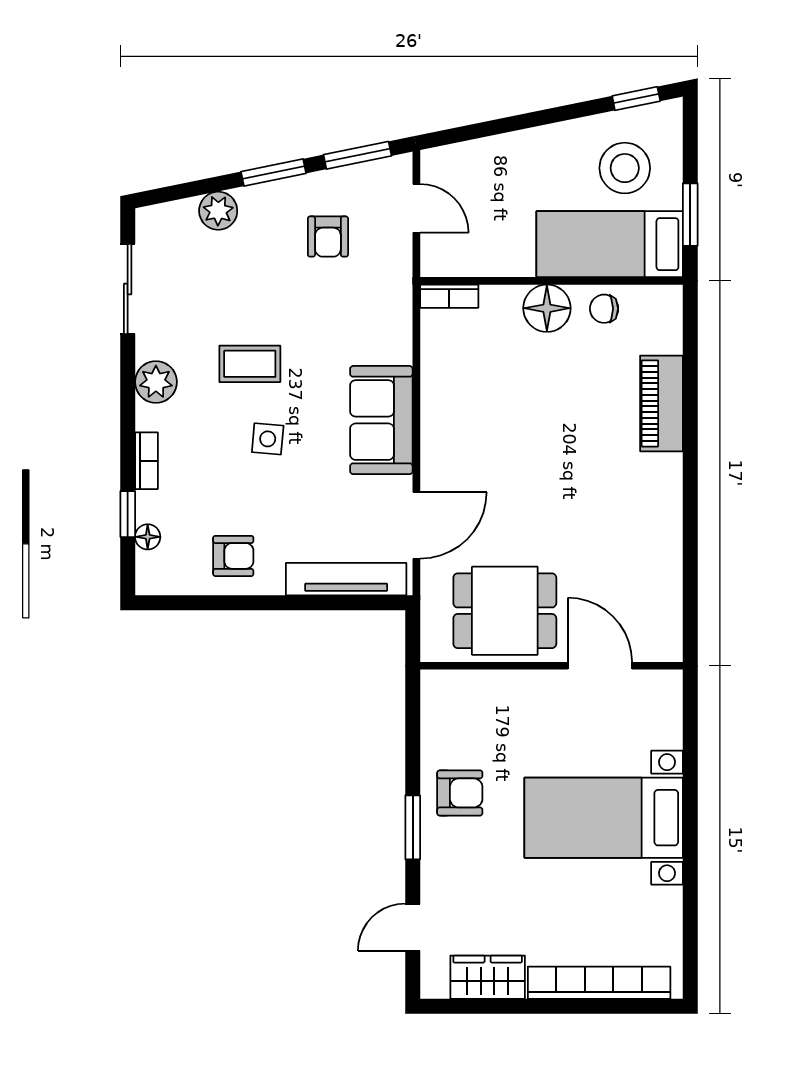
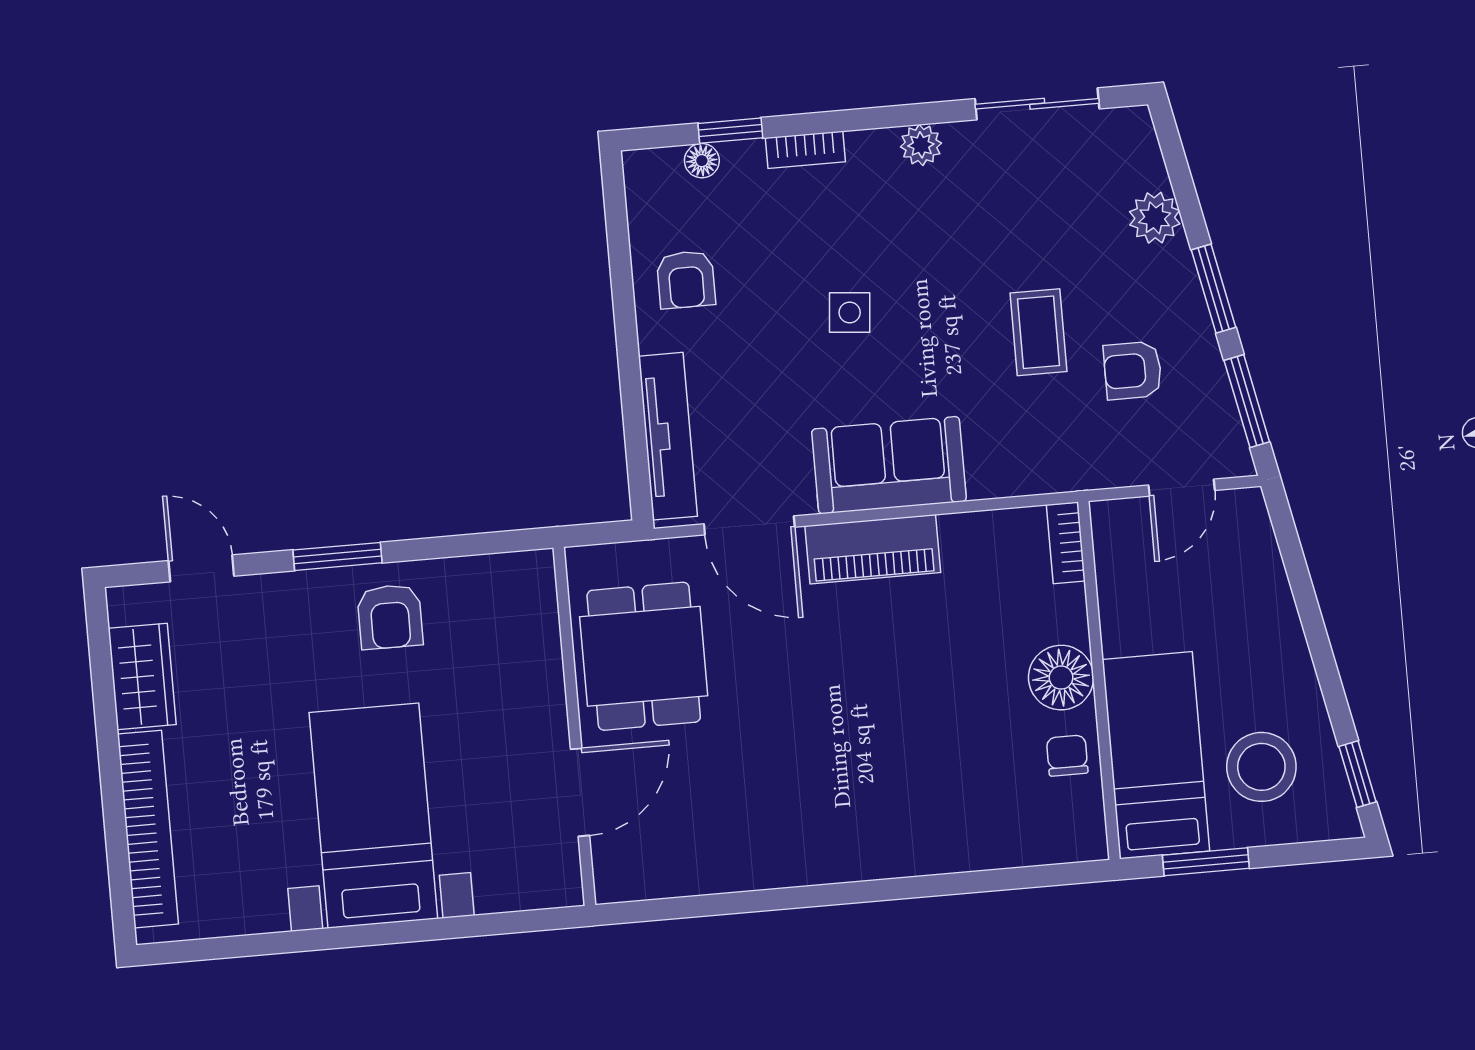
coffee table: (250, 364) -> (1039, 332), moved
plant: (156, 382) -> (921, 145), width x0.73, depth x0.73
piano: (661, 403) -> (873, 549), moved, turned 180

